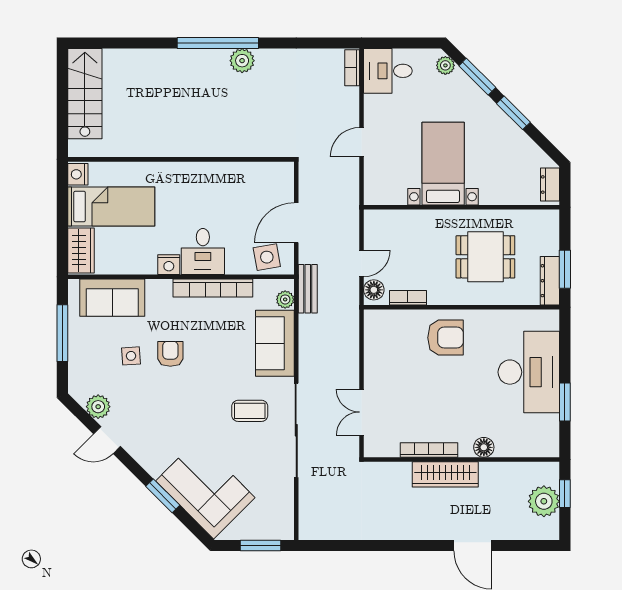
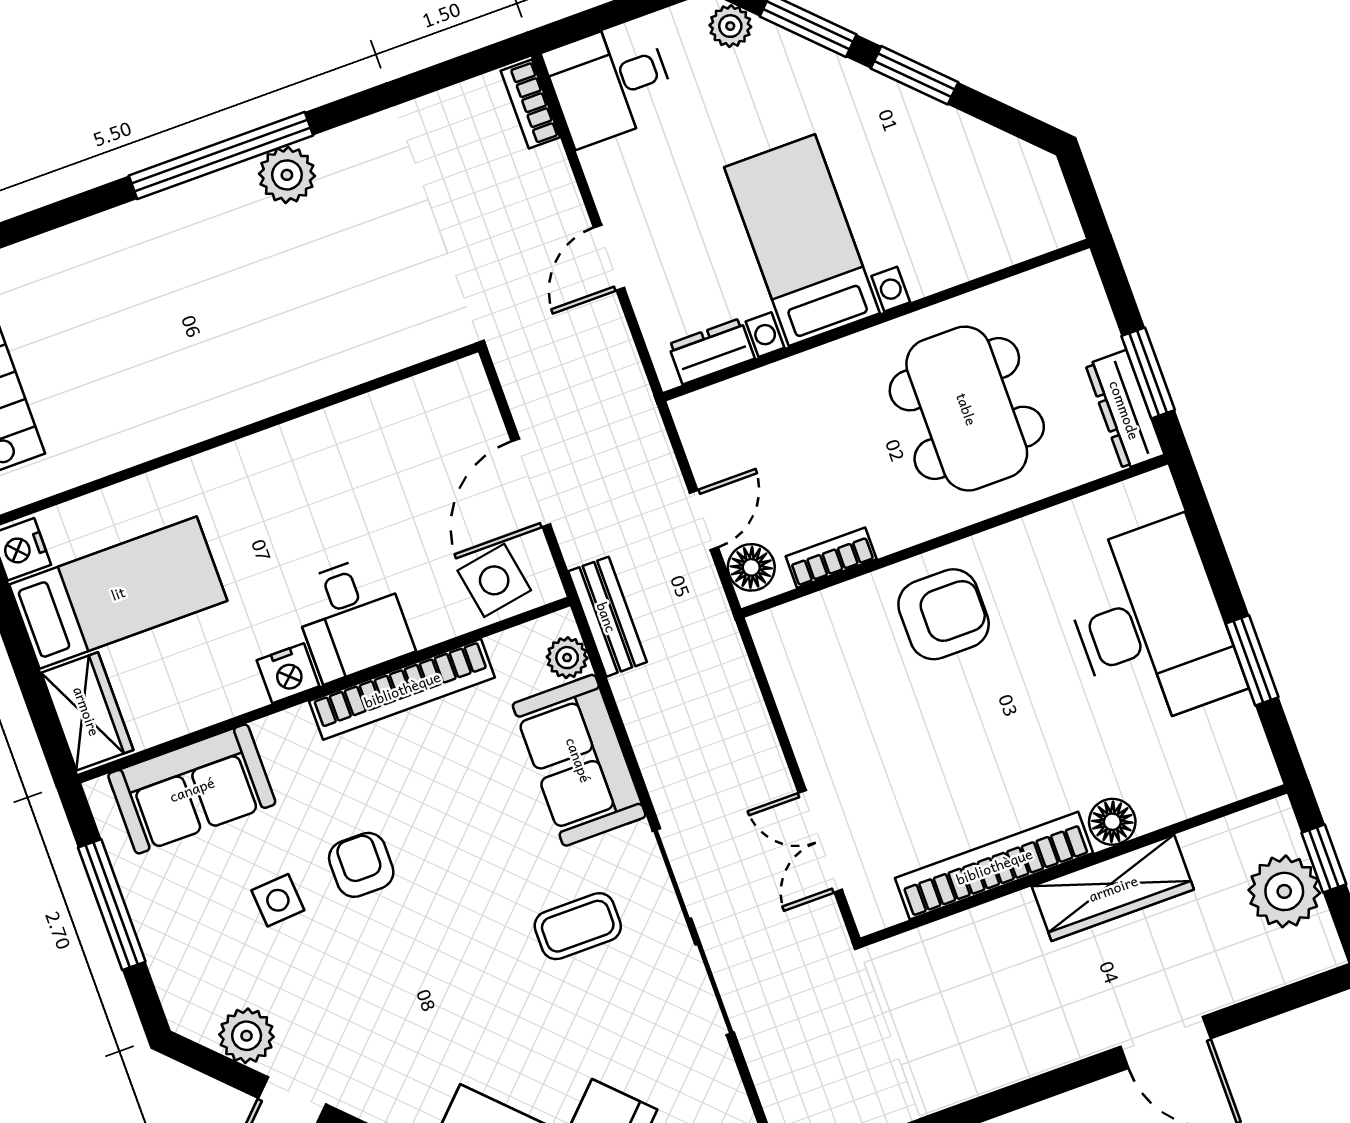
dresser: (550, 185) -> (711, 351), moved, turned 90
dining table: (485, 257) -> (967, 409), width x1.38
bookcase: (429, 450) -> (994, 866), width x1.48, depth x1.31
wardrobe: (445, 474) -> (1113, 888), moved

